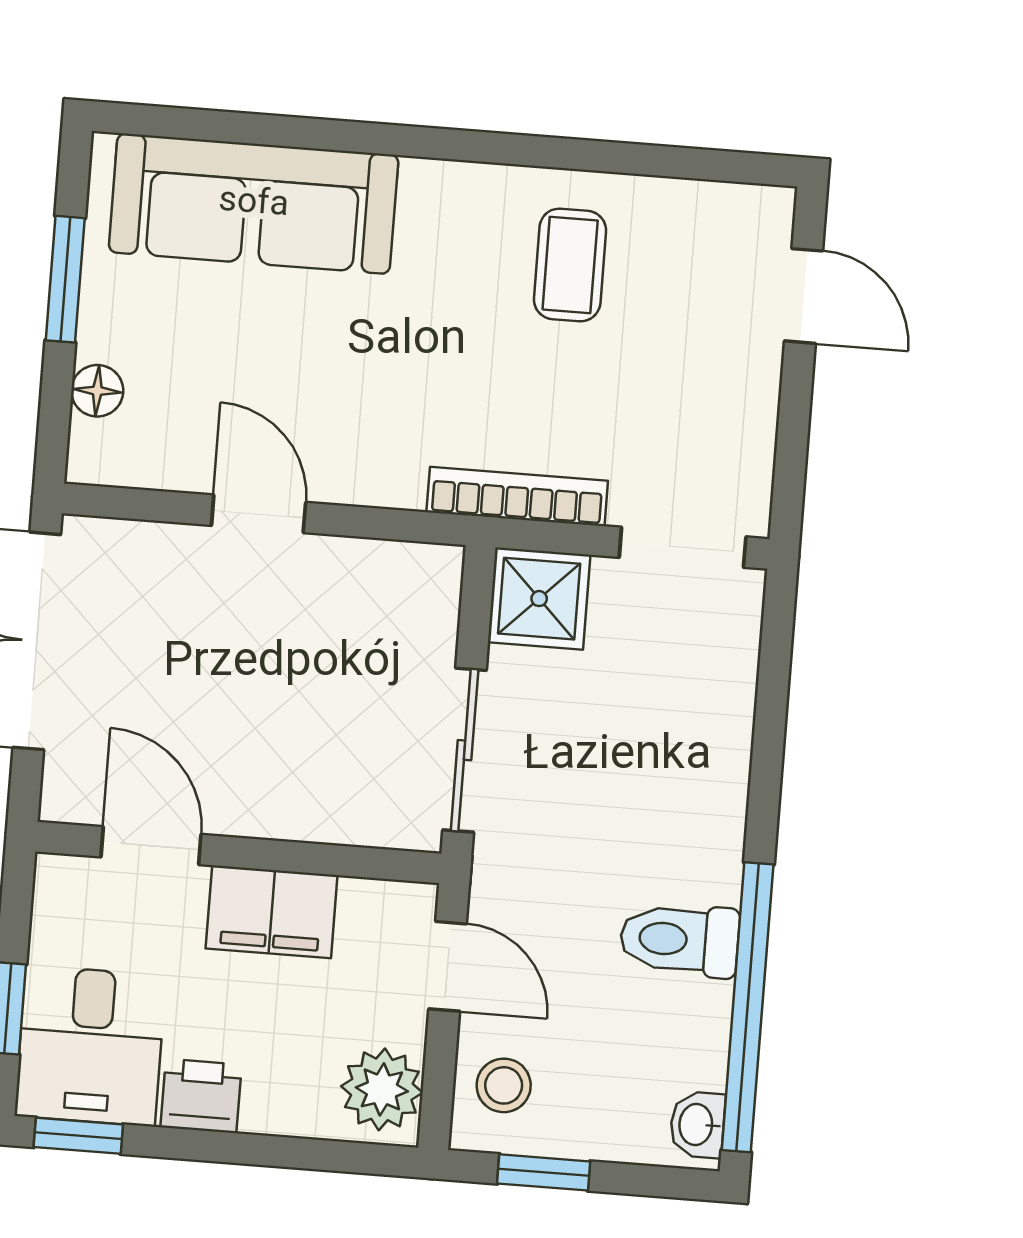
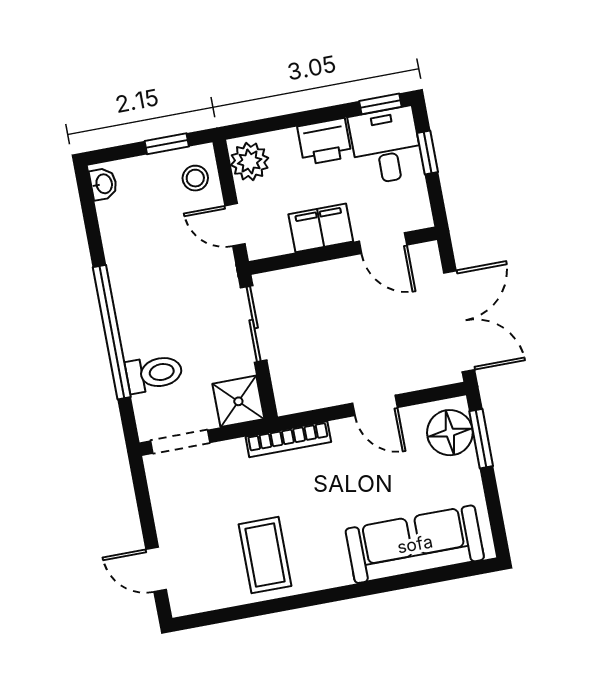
coffee table: (570, 265) -> (265, 555), width x1.36, depth x1.30
window: (65, 279) -> (481, 439), moved
floor lamp: (97, 391) -> (450, 433), width x1.89, depth x1.89
bookcase: (517, 496) -> (288, 439), moved
toilet: (679, 940) -> (154, 373), moved
window: (748, 1007) -> (112, 332), moved
printer: (201, 1096) -> (324, 142), width x1.36, depth x1.24

